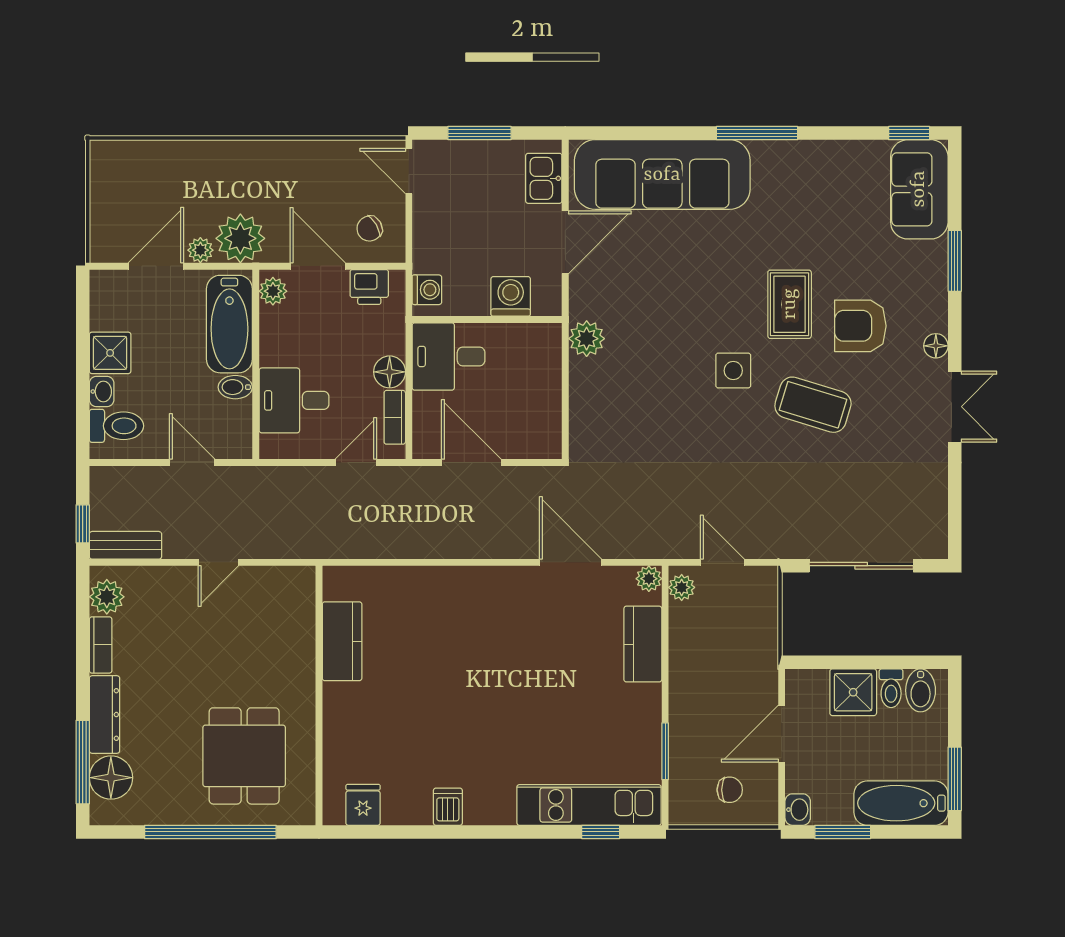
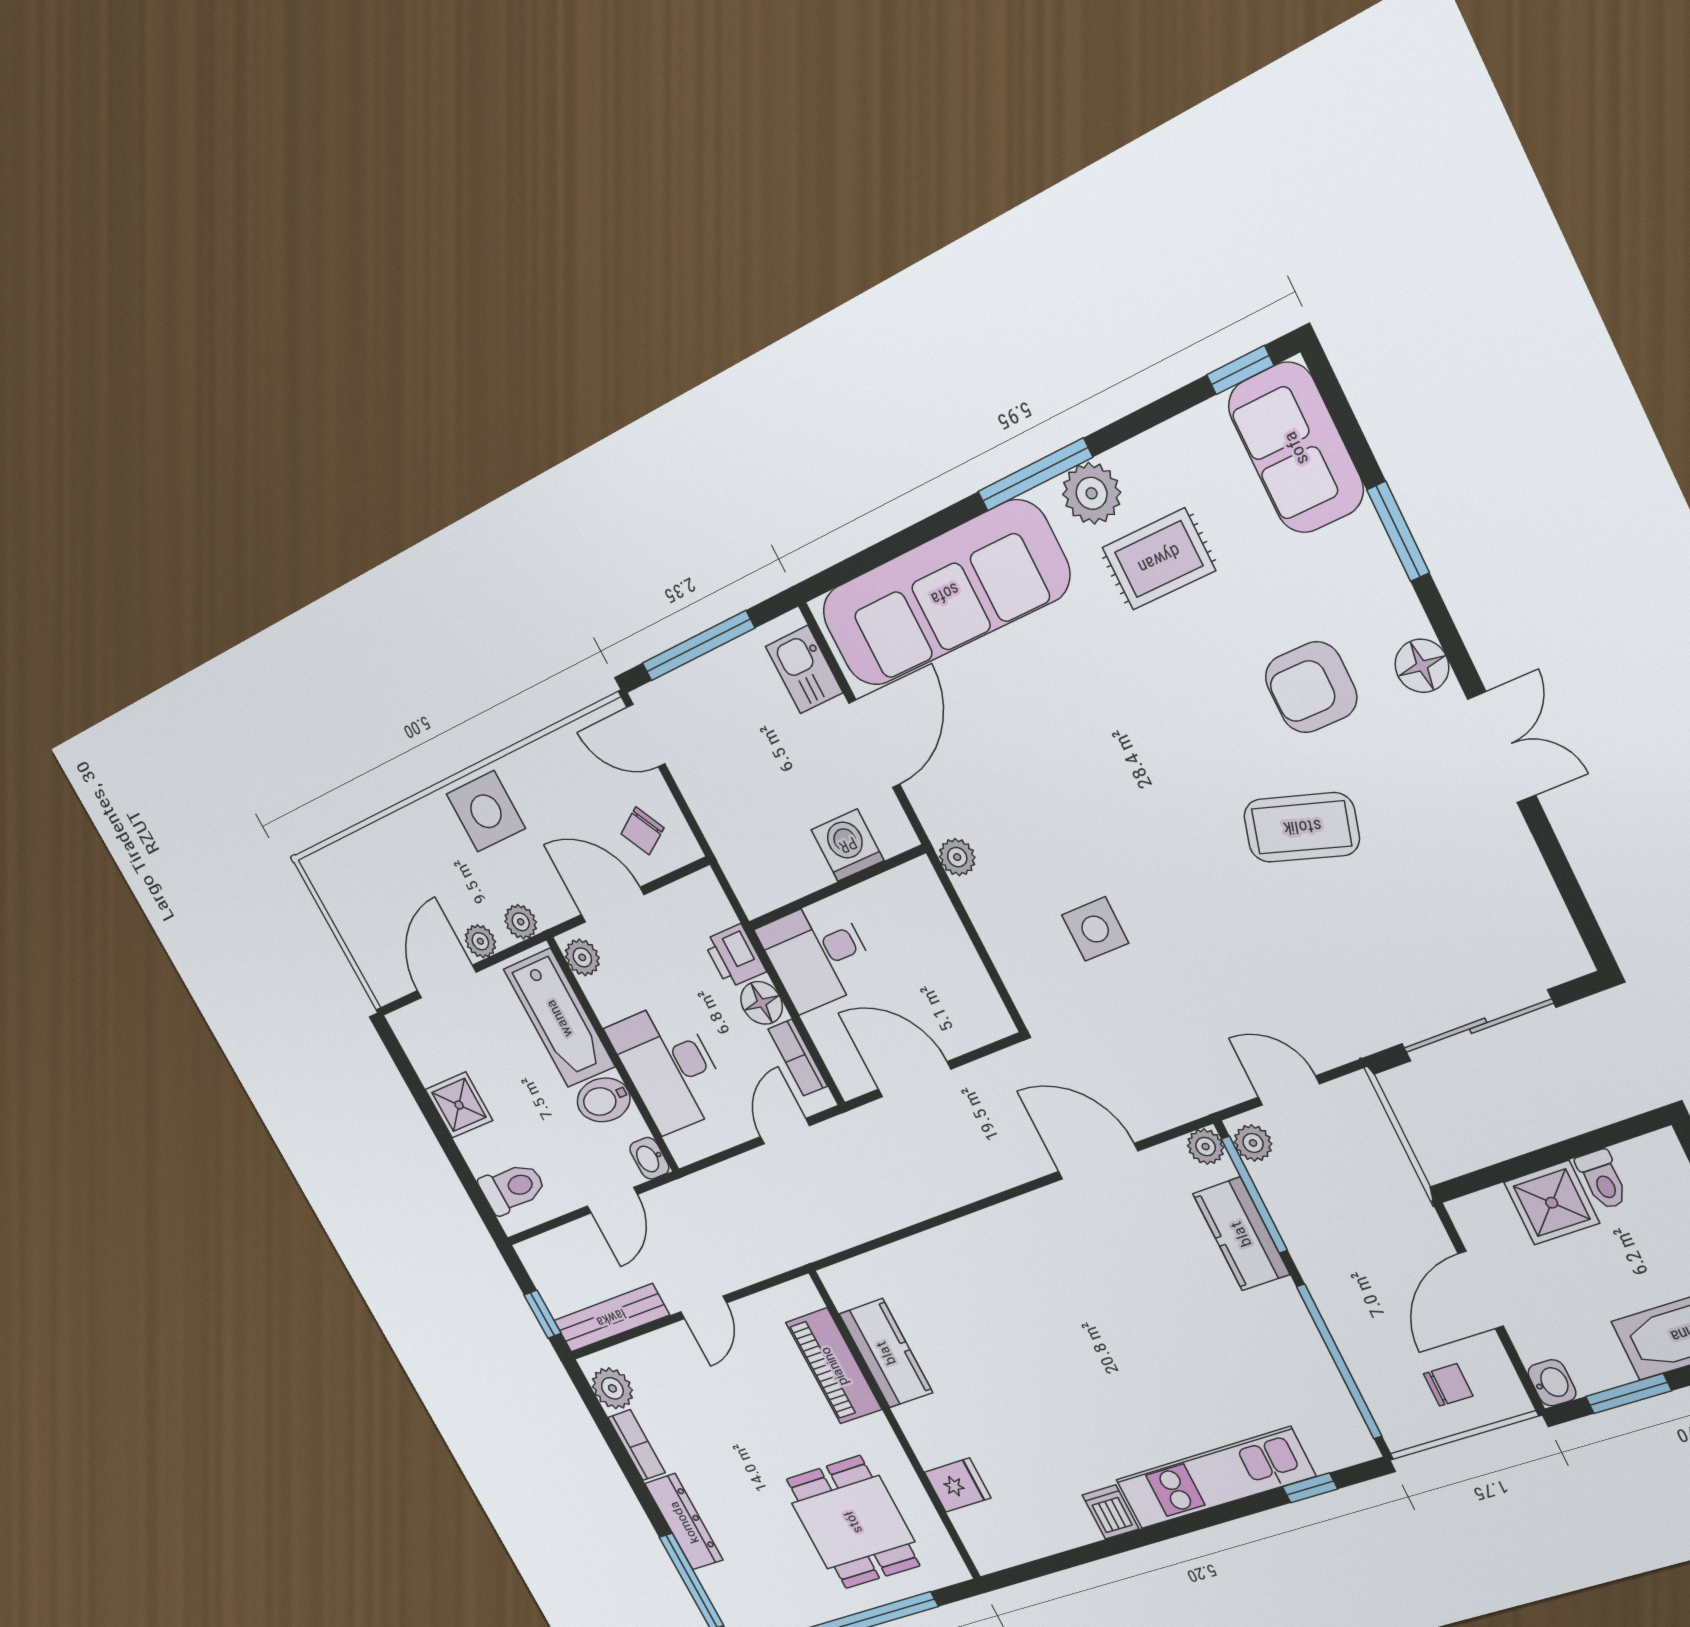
window: (480, 133) -> (698, 646), width x1.44
plant: (786, 159) -> (1092, 493), added
side table: (260, 169) -> (486, 811), added
plant: (240, 238) -> (521, 922), width x0.53, depth x0.53
printer: (369, 287) -> (735, 956), moved, turned 90
washing machine: (427, 290) -> (748, 880), removed
rug: (790, 304) -> (1159, 559), moved, turned 90
plant: (587, 339) -> (957, 857), width x0.73, depth x0.73
floor lamp: (936, 346) -> (1422, 666), width x1.37, depth x1.37
side table: (733, 371) -> (1095, 929), moved
bidet: (235, 387) -> (604, 1100), width x1.38, depth x1.36
washbasin: (102, 391) -> (649, 1158), moved, turned 180
desk: (294, 400) -> (669, 1067), width x1.37
door: (192, 463) -> (612, 1200), swing flipped
bench: (125, 545) -> (611, 1318), width x1.36
window: (665, 621) -> (1254, 1195), added
piano: (296, 637) -> (834, 1366), added
bidet: (921, 690) -> (1646, 1168), removed
window: (665, 751) -> (1339, 1362), width x2.11
floor lamp: (111, 778) -> (729, 1590), removed
fridge: (363, 805) -> (958, 1485), moved, turned 90
kitchen unit: (589, 805) -> (1215, 1478), moved

